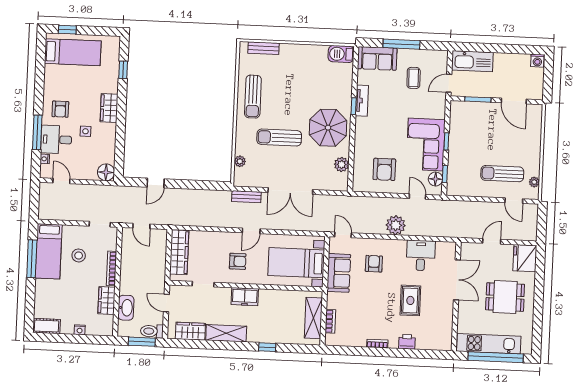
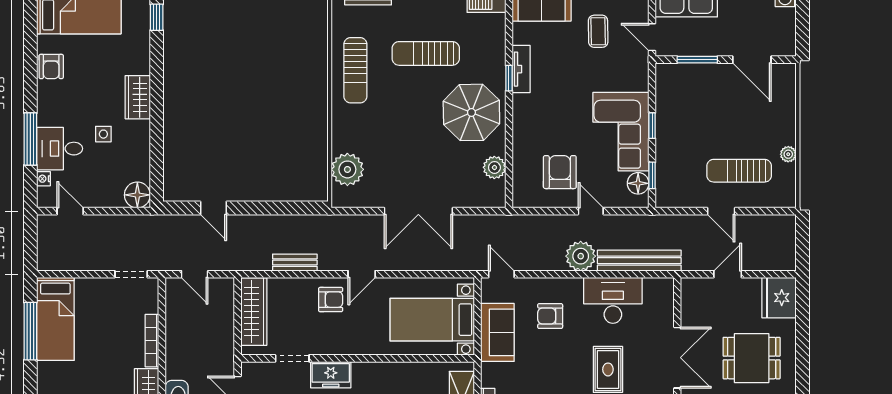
window: (123, 70) -> (157, 17), moved
door: (449, 83) -> (652, 37), hinge flipped
armchair: (60, 109) -> (51, 66), moved
sun lounger: (279, 138) -> (426, 53), moved
plant: (240, 161) -> (347, 169), width x1.87, depth x1.87
armchair: (384, 169) -> (560, 172), turned 180
plant: (534, 182) -> (788, 154), moved
door: (156, 183) -> (213, 208), hinge flipped
bench: (246, 197) -> (295, 263), moved
door: (417, 197) -> (591, 211), moved
door: (514, 201) -> (721, 211), moved
bench: (434, 230) -> (639, 261), added
stool: (79, 255) -> (101, 323), removed
desk: (421, 255) -> (613, 300), width x1.37
armchair: (238, 261) -> (331, 300), moved
armchair: (374, 264) -> (550, 316), turned -90
double door: (457, 280) -> (677, 358), moved
freezer: (245, 297) -> (331, 375), moved

